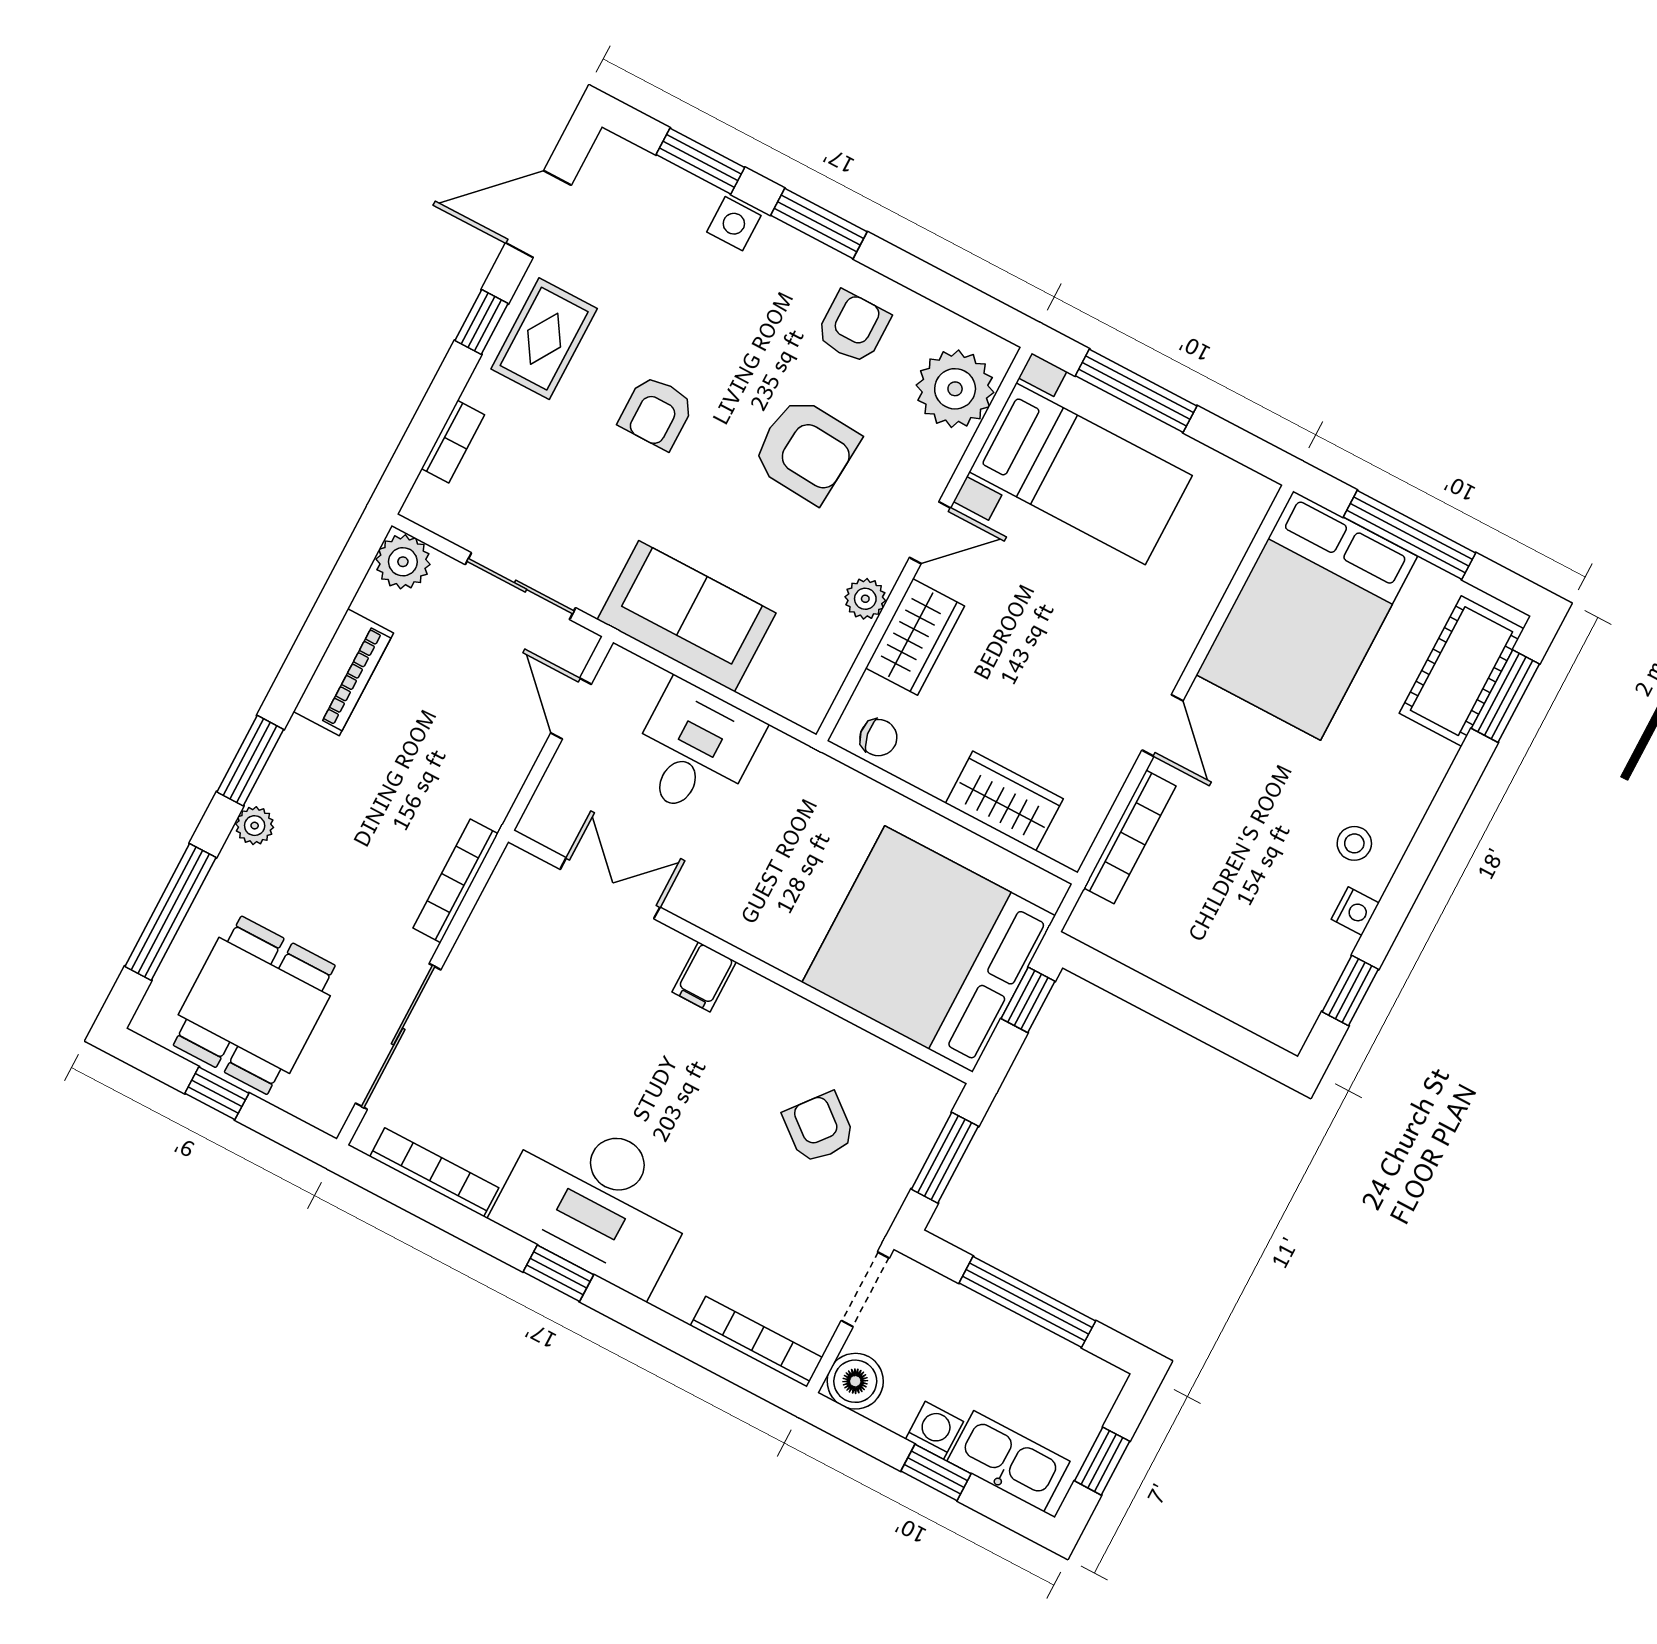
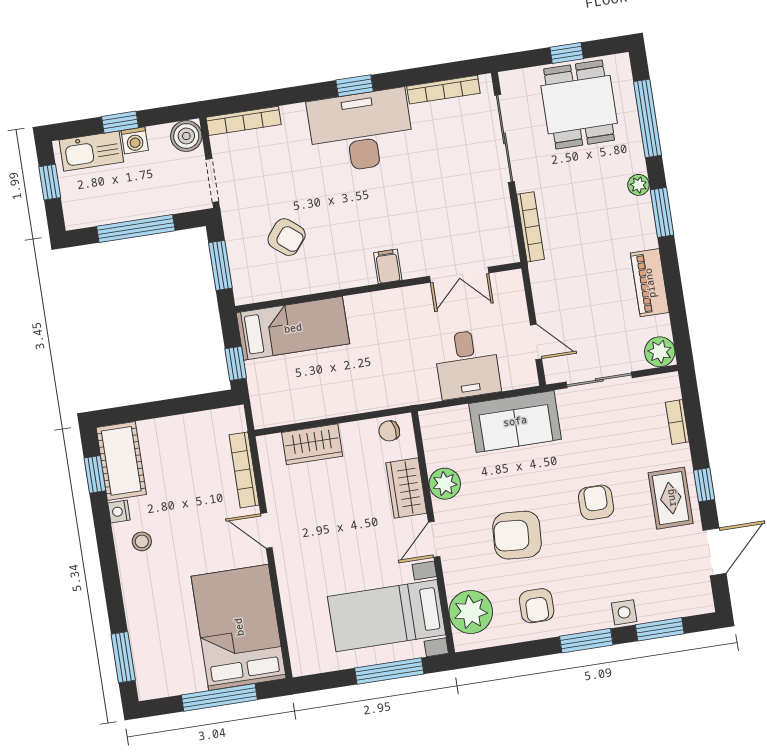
plant: (865, 599) -> (445, 484), width x1.38, depth x1.38
cot: (1462, 671) -> (121, 461), moved
bed: (929, 949) -> (293, 328), width x0.49

